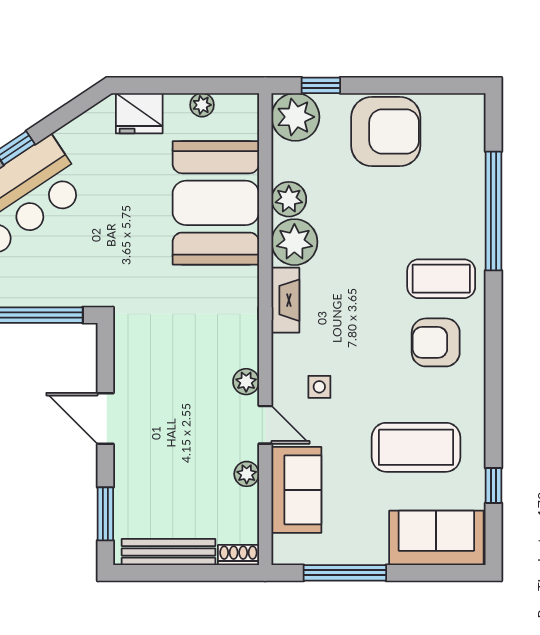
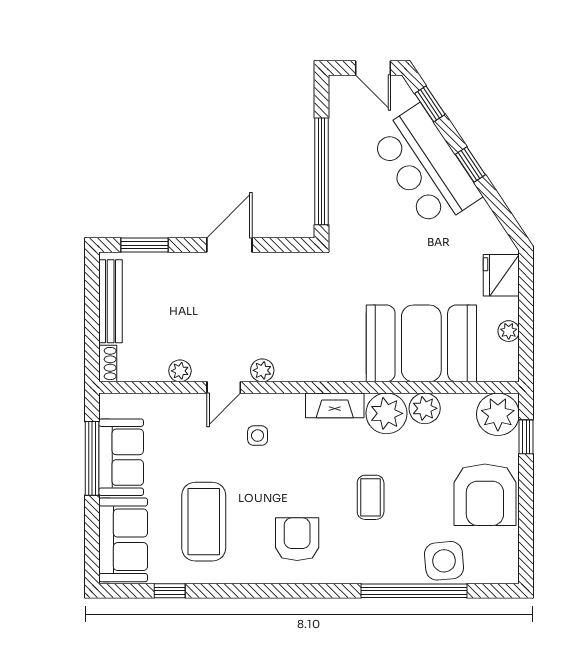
side table: (460, 177) -> (444, 561), added
coffee table: (441, 279) -> (371, 497), moved, width x0.73, depth x0.77
sofa: (296, 490) -> (121, 457), moved, turned -90

